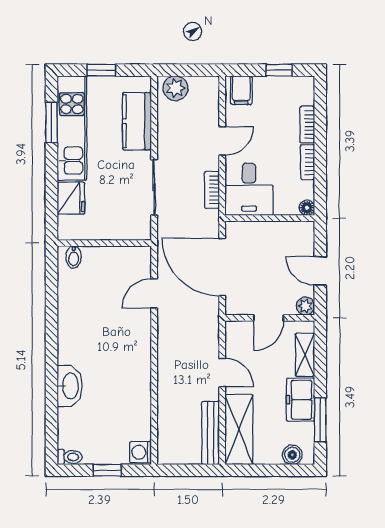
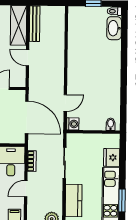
washbasin: (70, 386) -> (114, 28), moved
washing machine: (141, 452) -> (73, 124), moved

